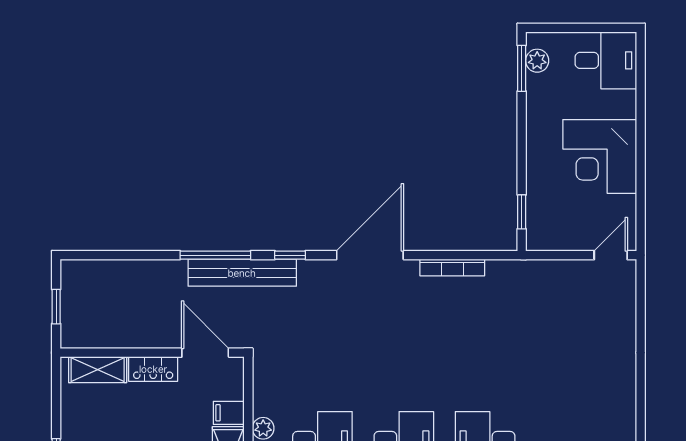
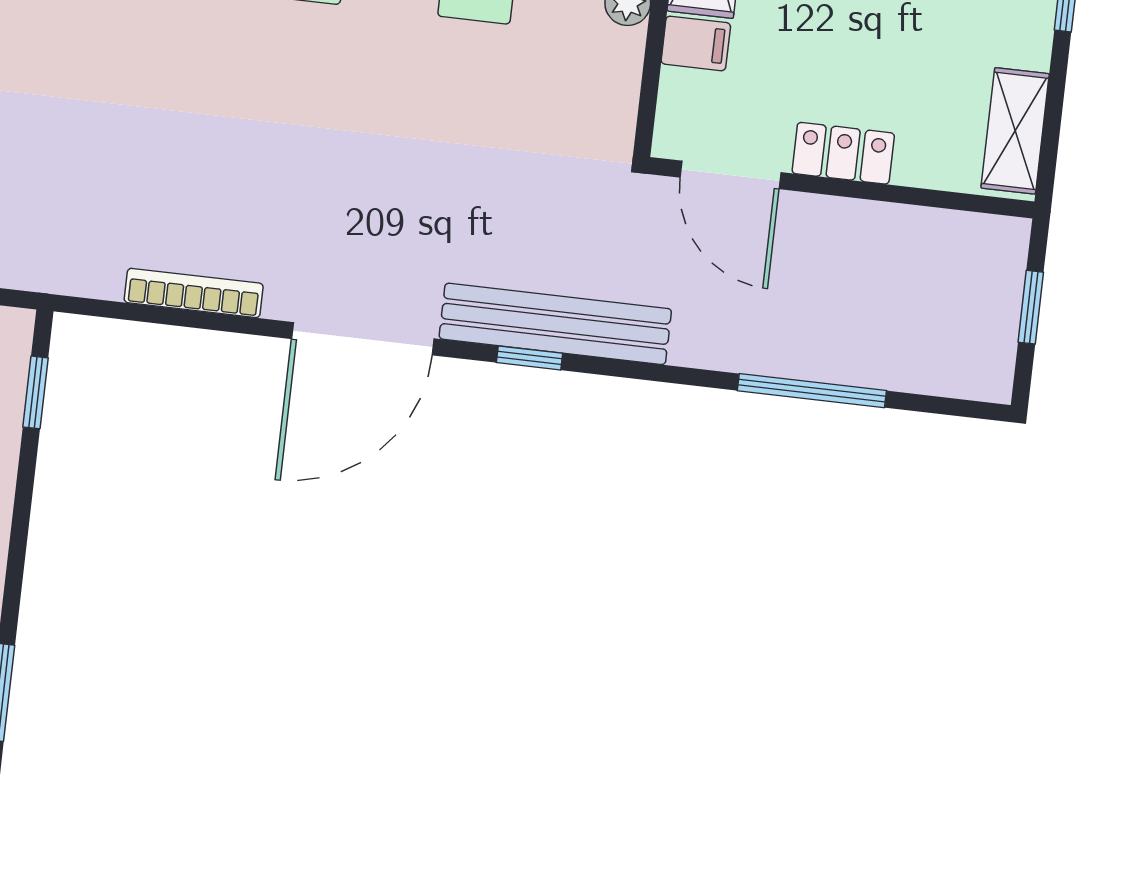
window: (215, 255) -> (812, 391), moved
bench: (242, 273) -> (555, 324), moved
shelving: (98, 370) -> (1015, 131), moved, turned 90

